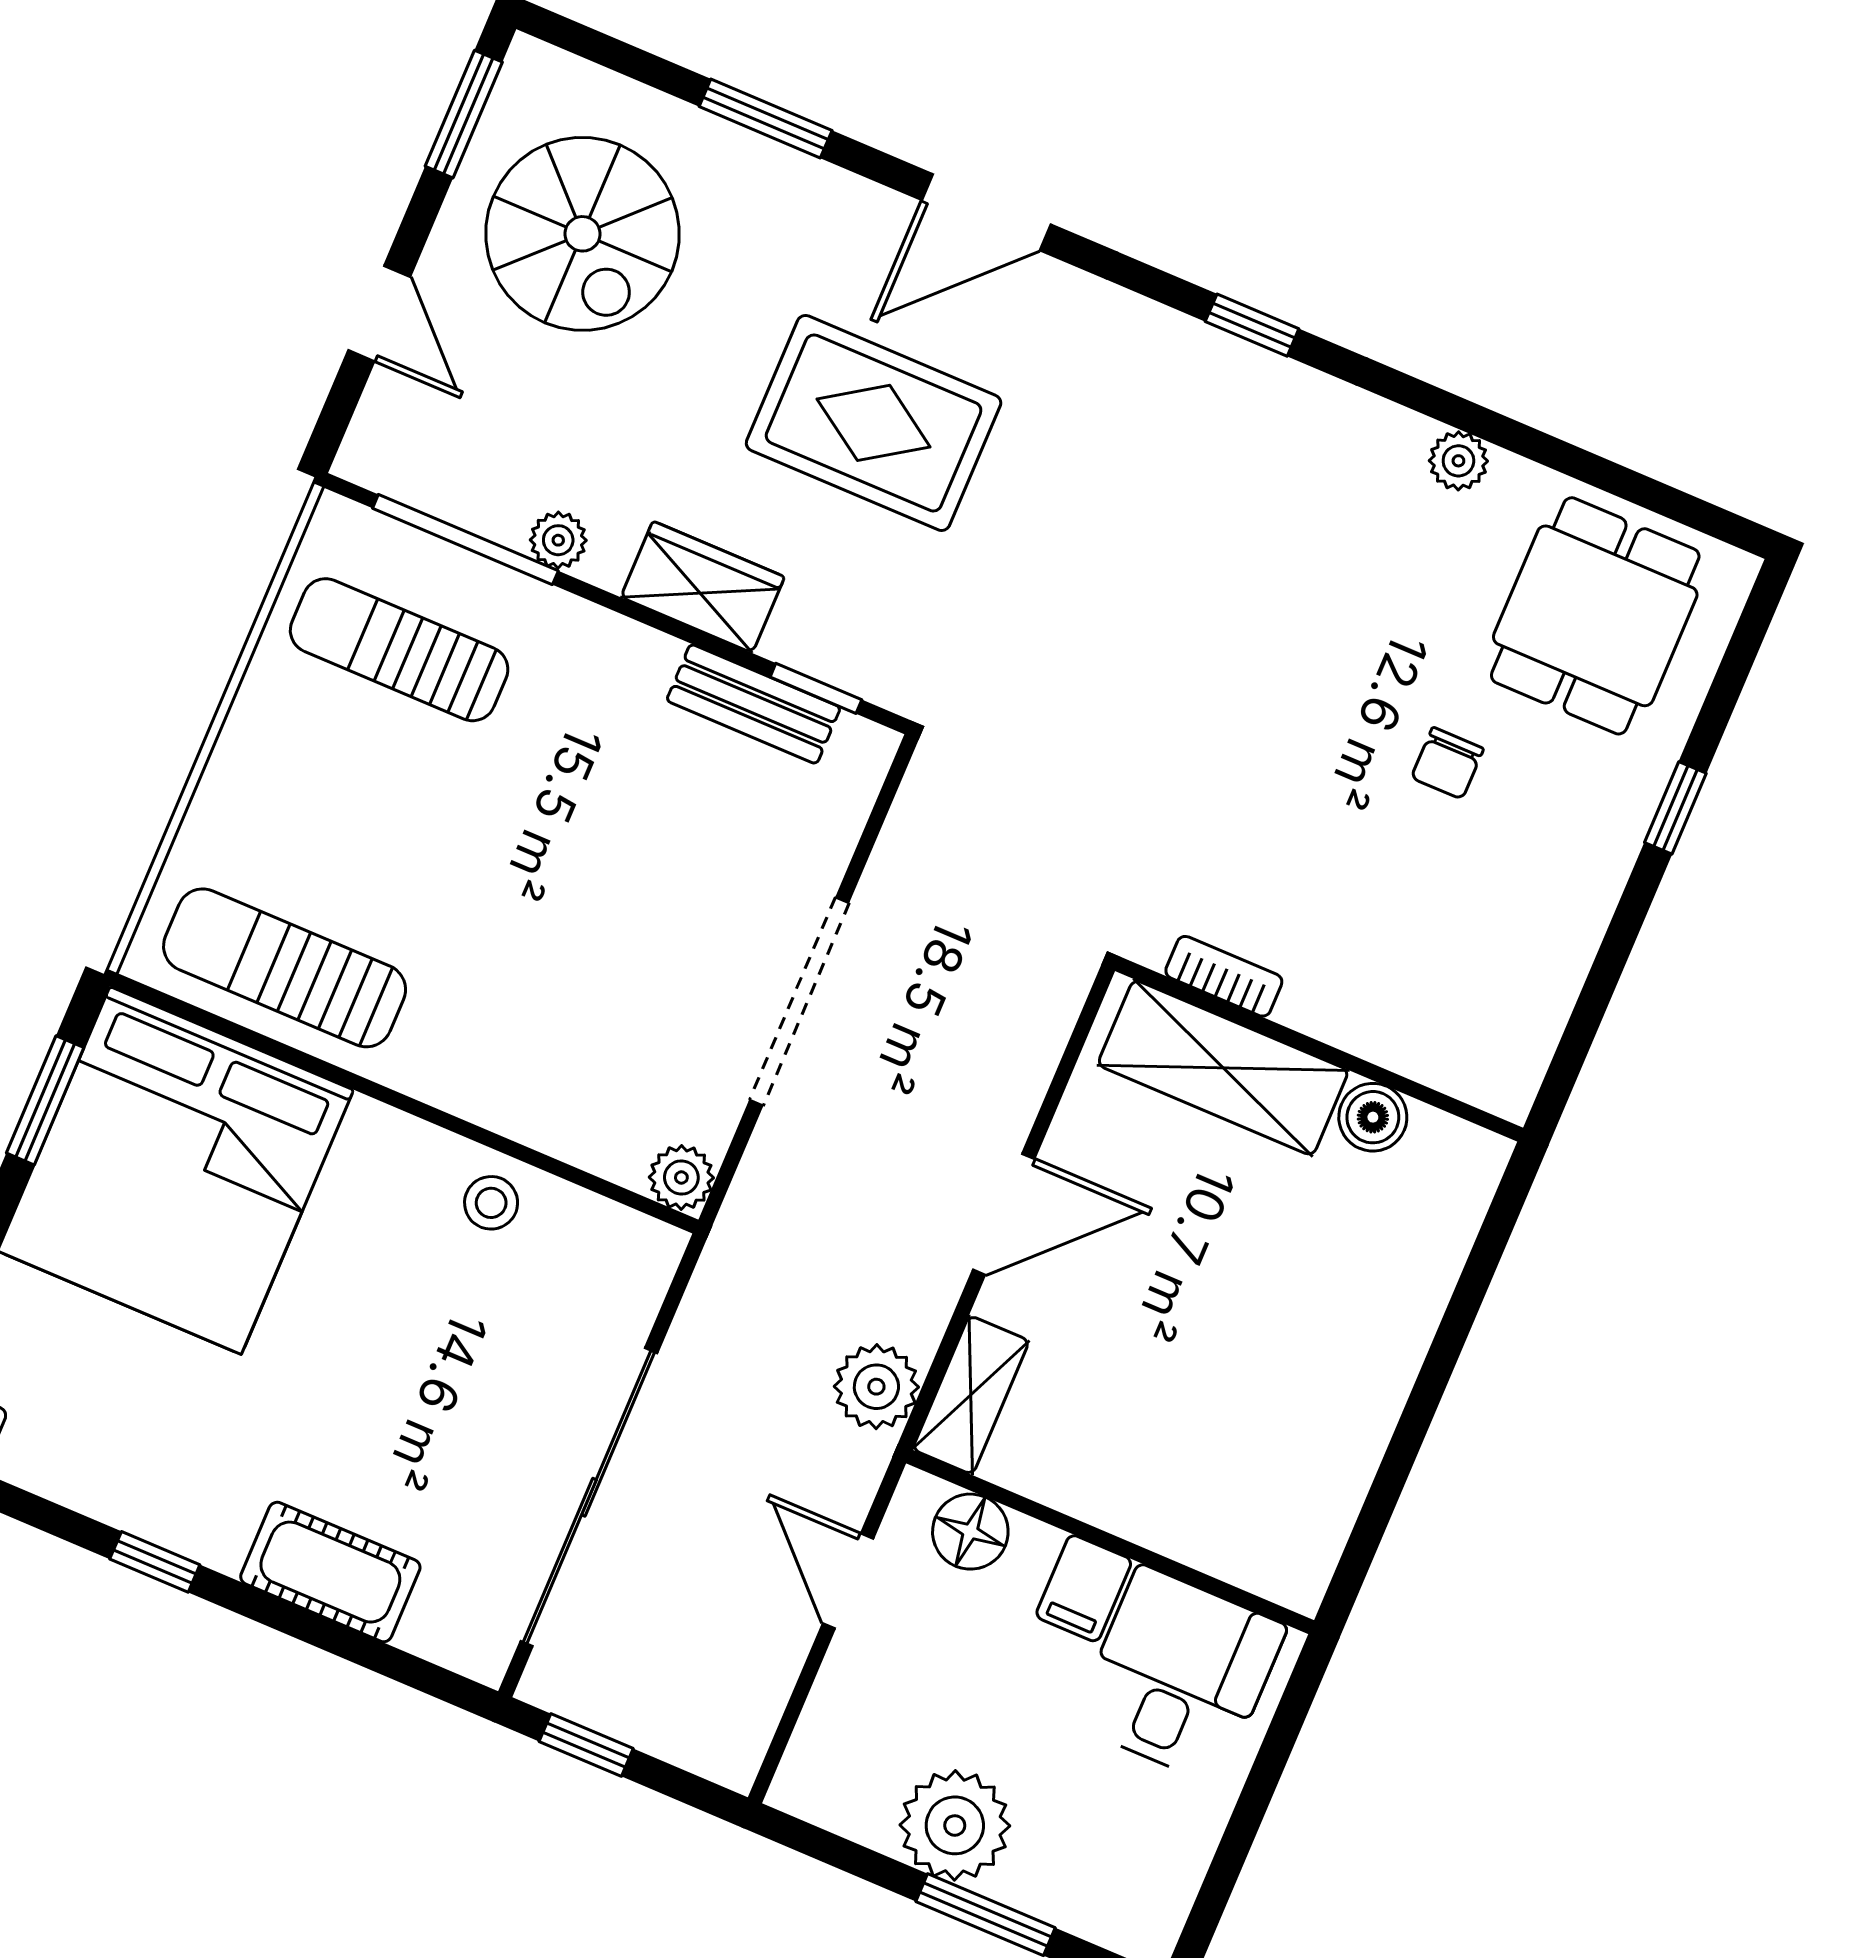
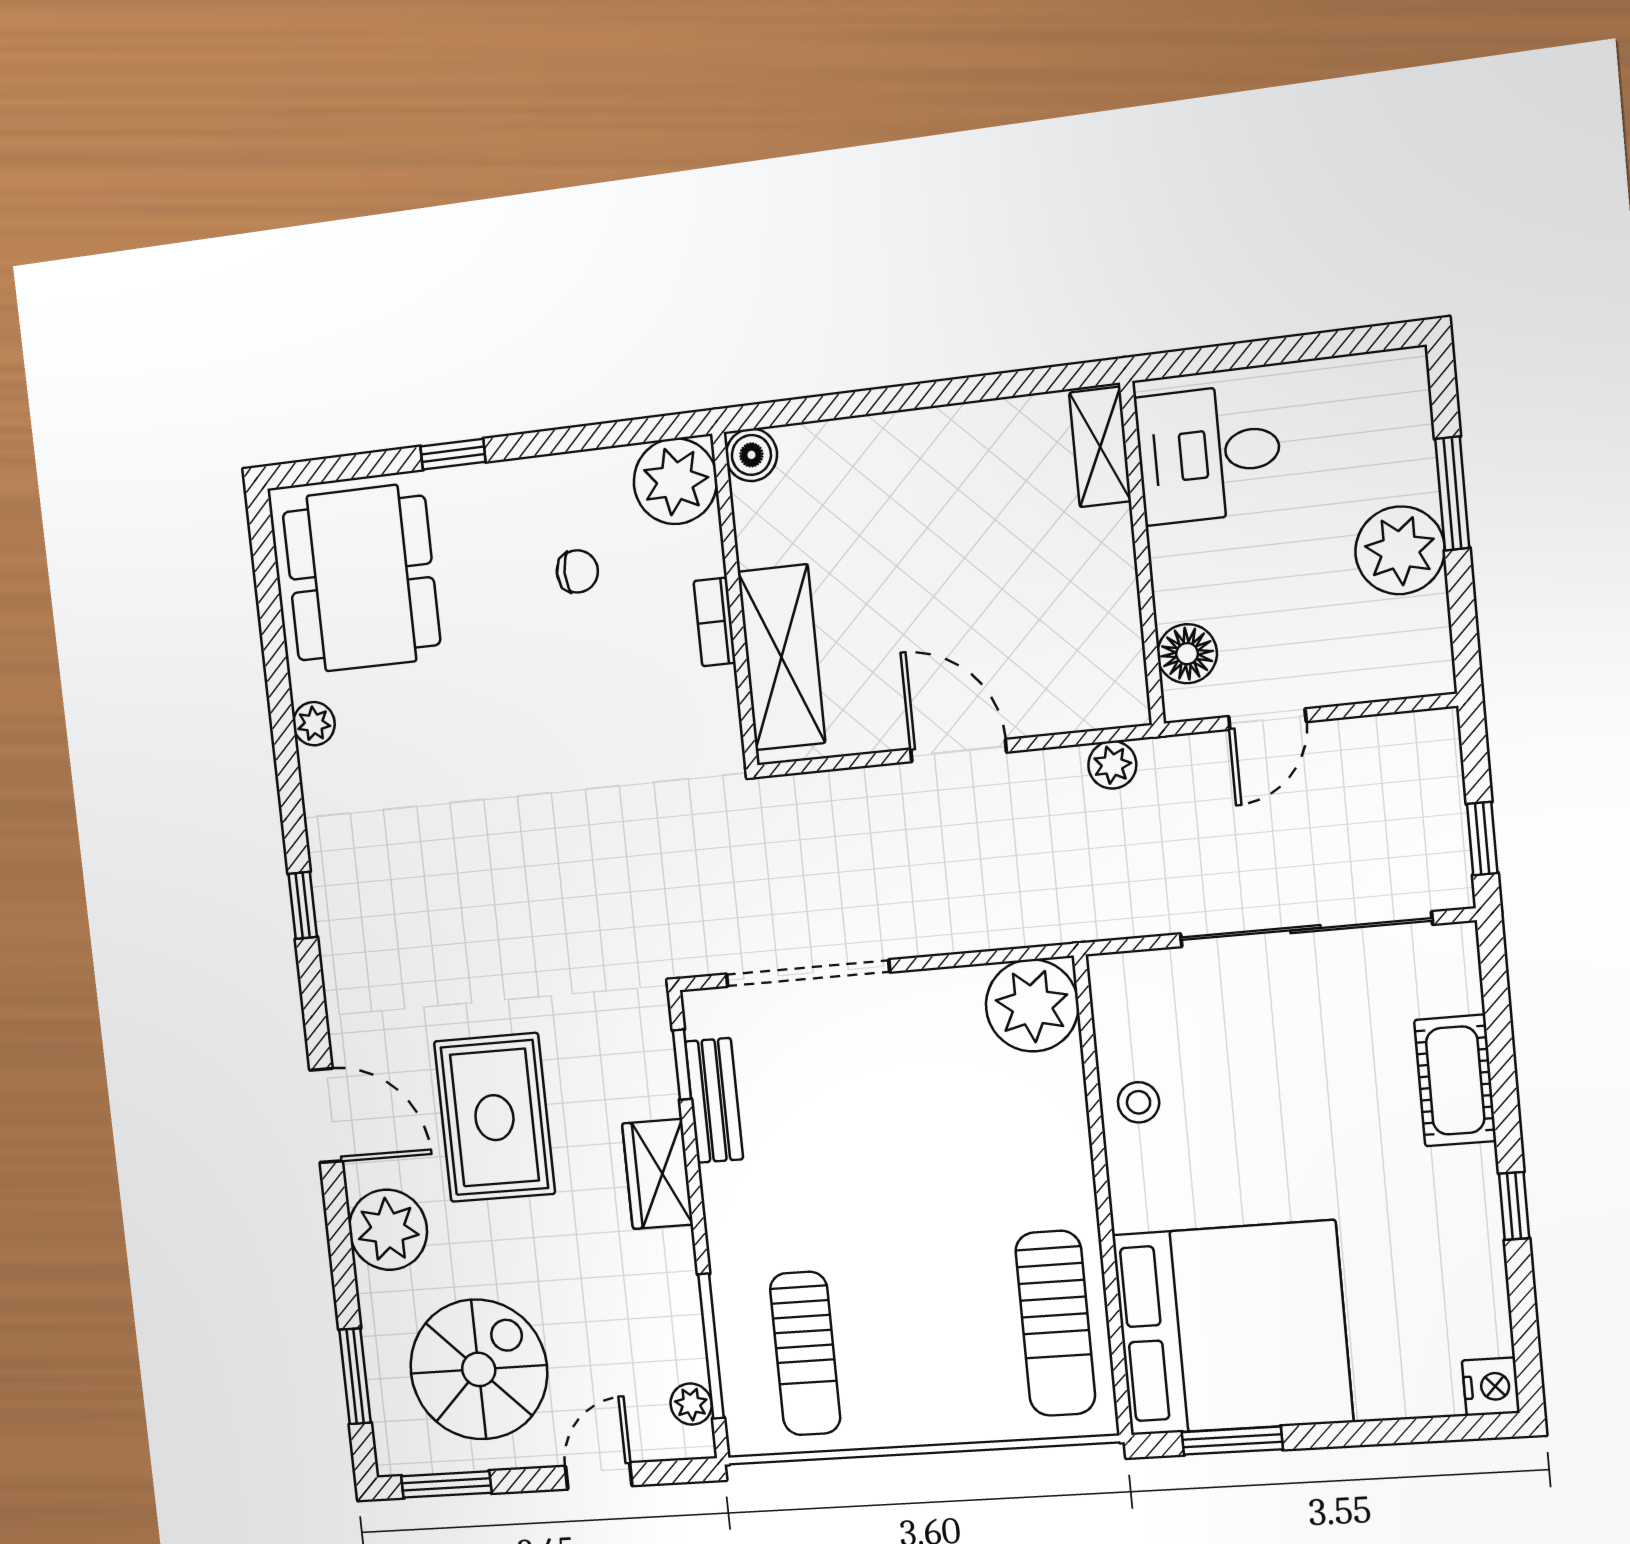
window: (766, 119) -> (355, 1376), moved
plant: (809, 213) -> (388, 1230), added
plant: (558, 540) -> (691, 1404), moved
dining table: (1595, 616) -> (361, 578), width x1.38
chair: (1447, 763) -> (577, 571), moved
bookcase: (1224, 976) -> (715, 622), moved
doorway: (799, 1002) -> (808, 973), moved
plant: (1494, 1055) -> (675, 481), added
boiler: (1373, 1117) -> (751, 455), moved
plant: (681, 1177) -> (1032, 1006), width x1.88, depth x1.88
plant: (876, 1387) -> (1112, 765), width x0.73, depth x0.73
shelving: (971, 1395) -> (1100, 447), moved, turned 90
filing cabinet: (1084, 1588) -> (1184, 554), removed

